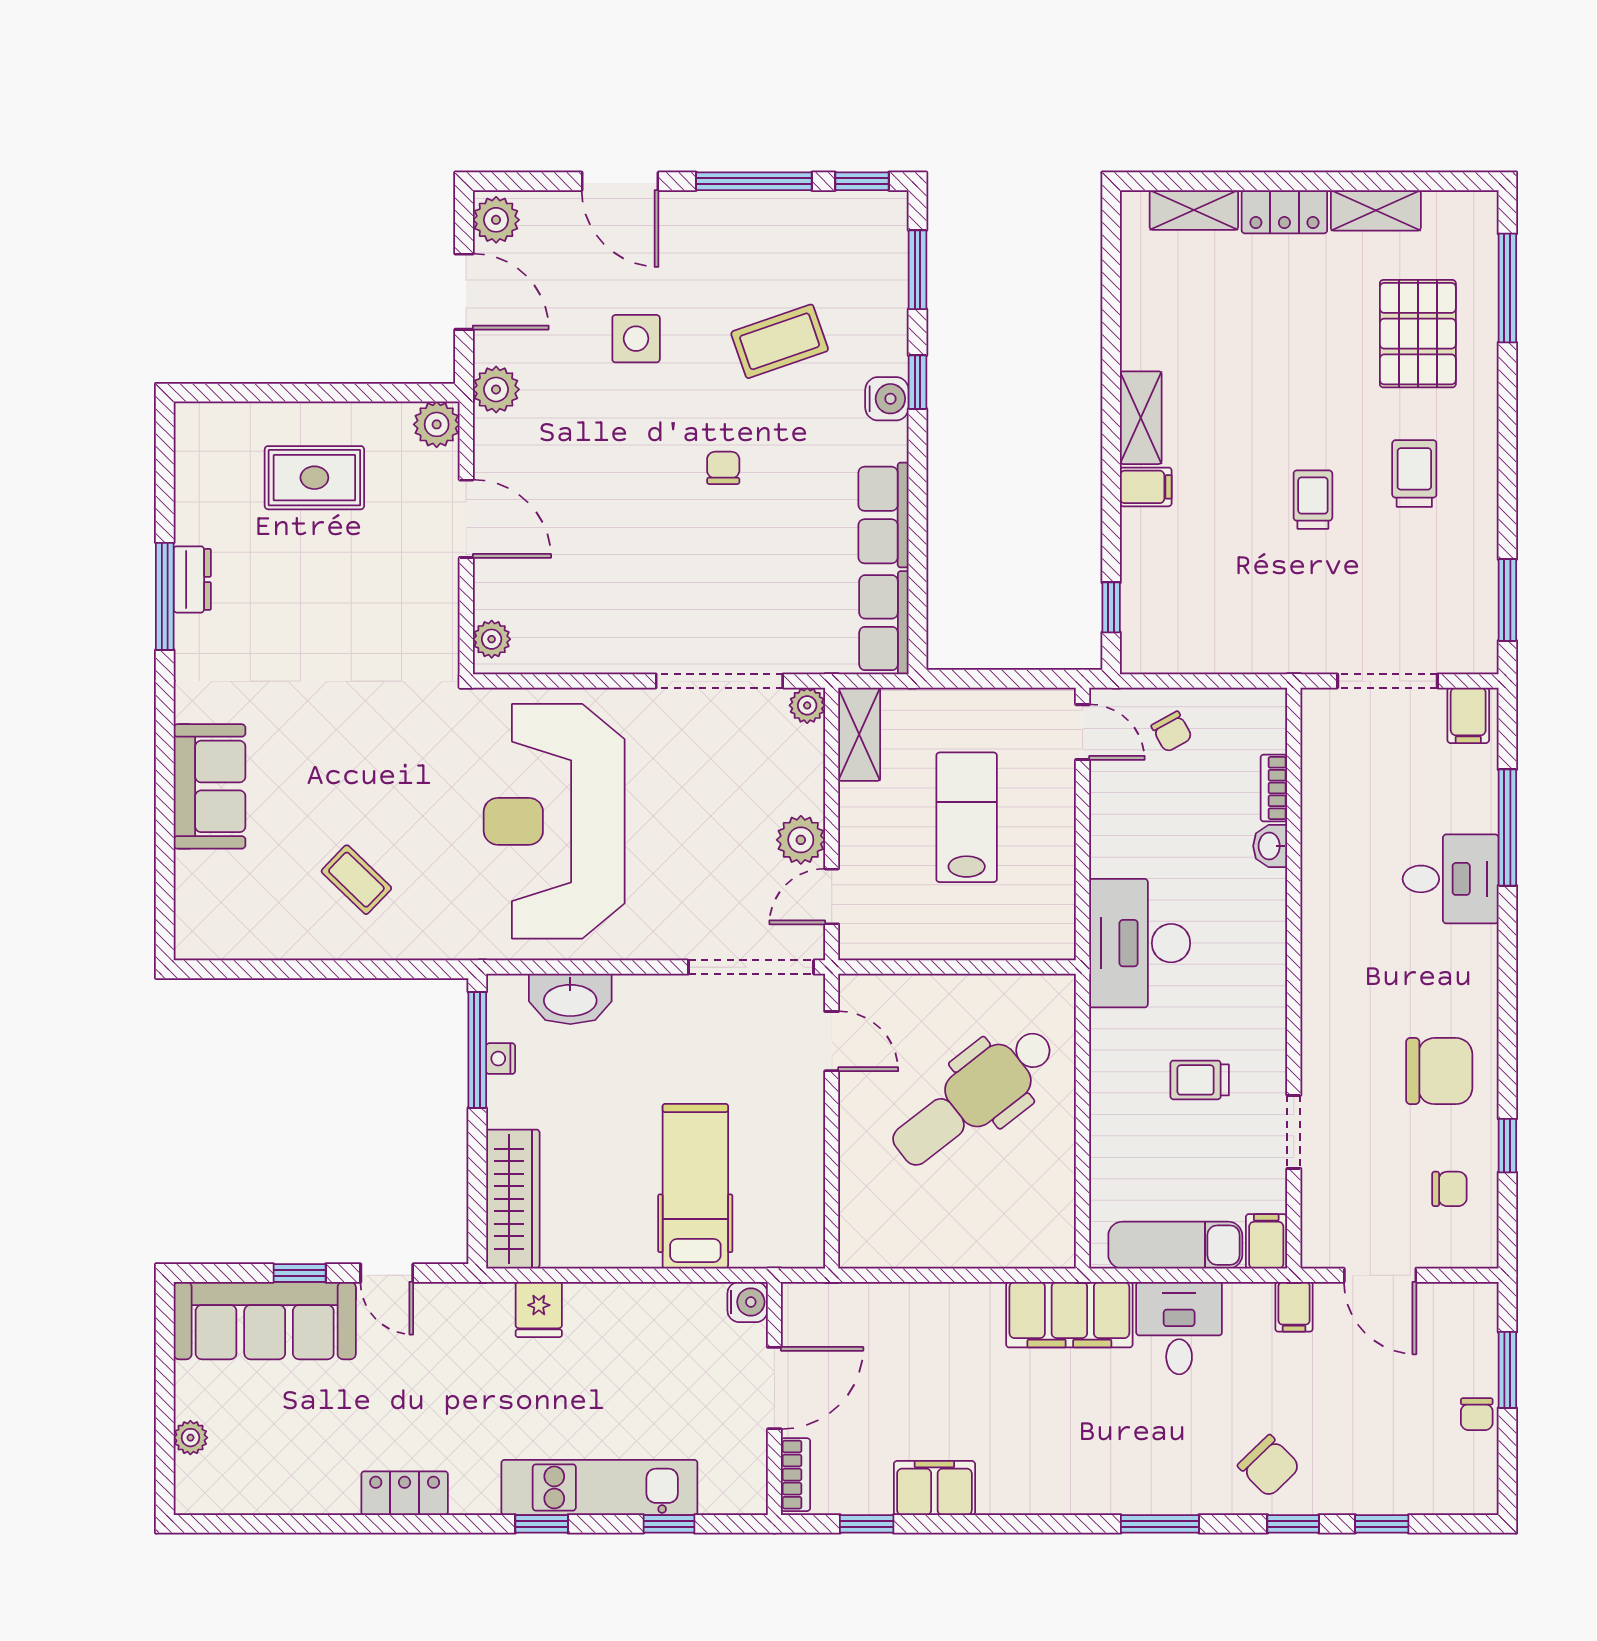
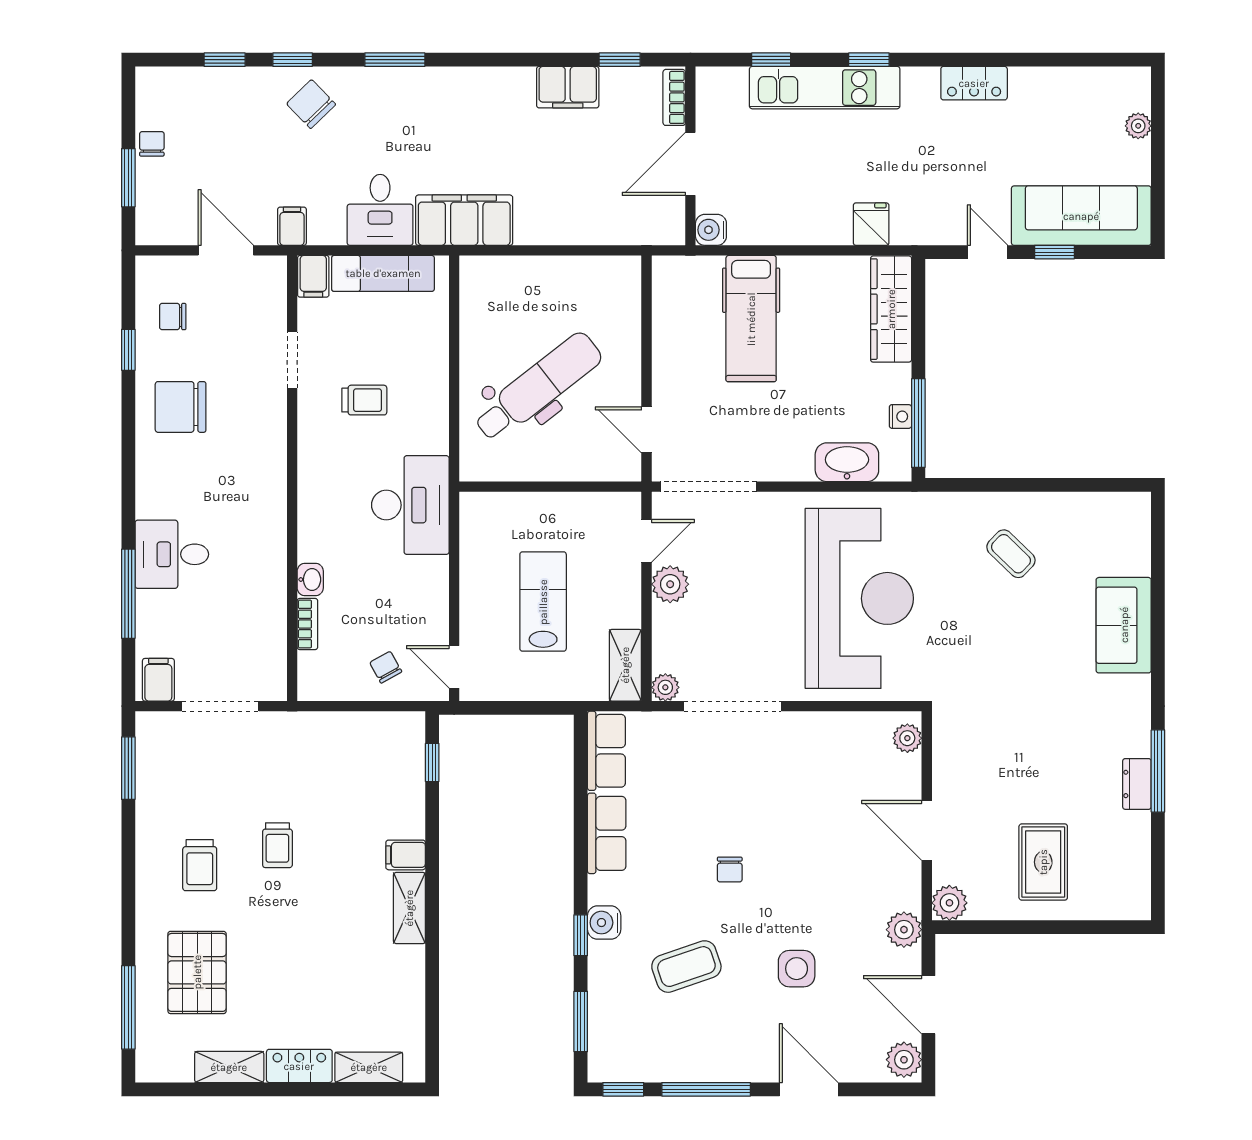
rug: (314, 478) -> (1043, 862), turned 90
lab bench: (967, 817) -> (543, 602), turned 180

